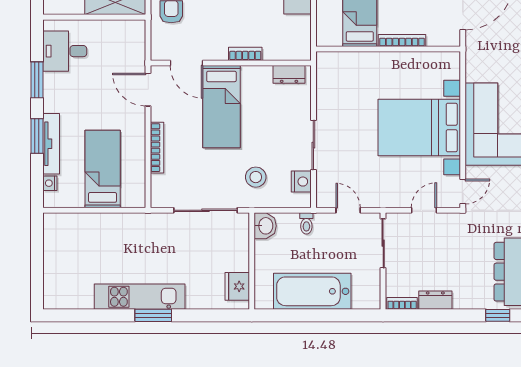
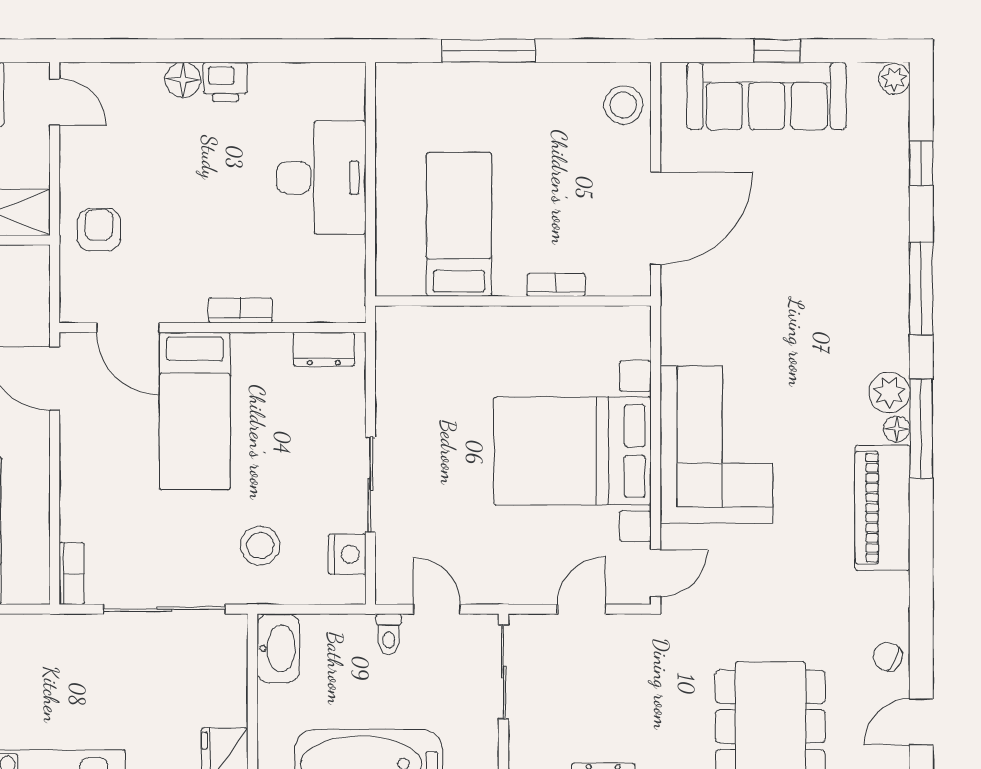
bookcase: (402, 41) -> (556, 285), width x0.64
bookcase: (157, 148) -> (72, 573), moved, width x0.64
toilet: (306, 223) -> (389, 634), moved
washbasin: (265, 226) -> (278, 648), width x1.38

